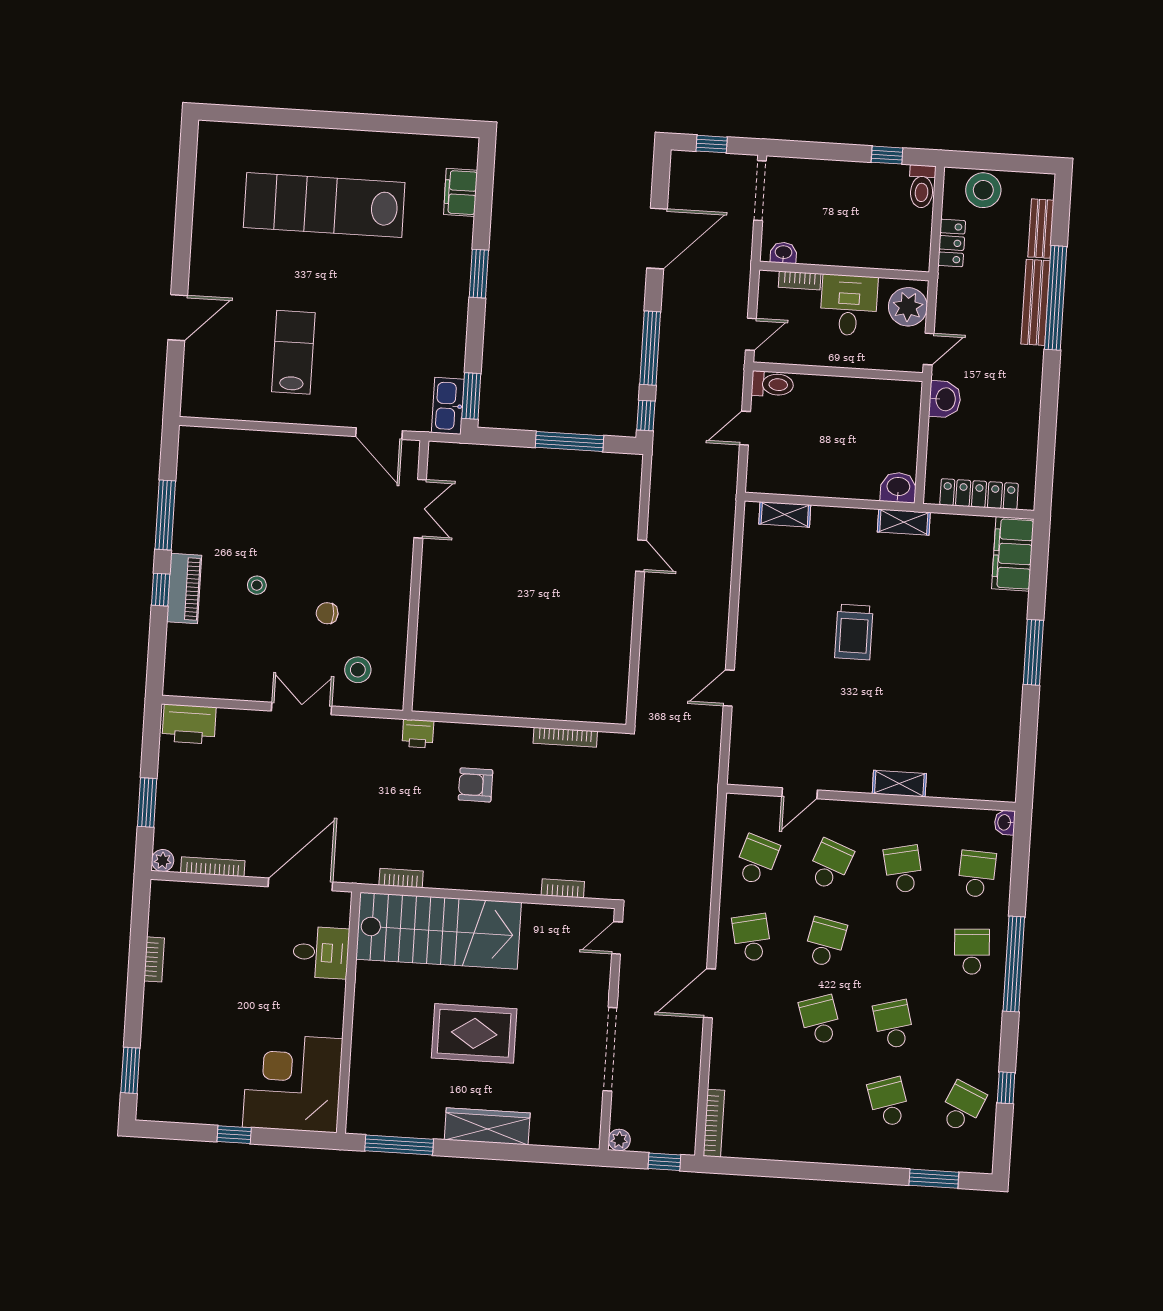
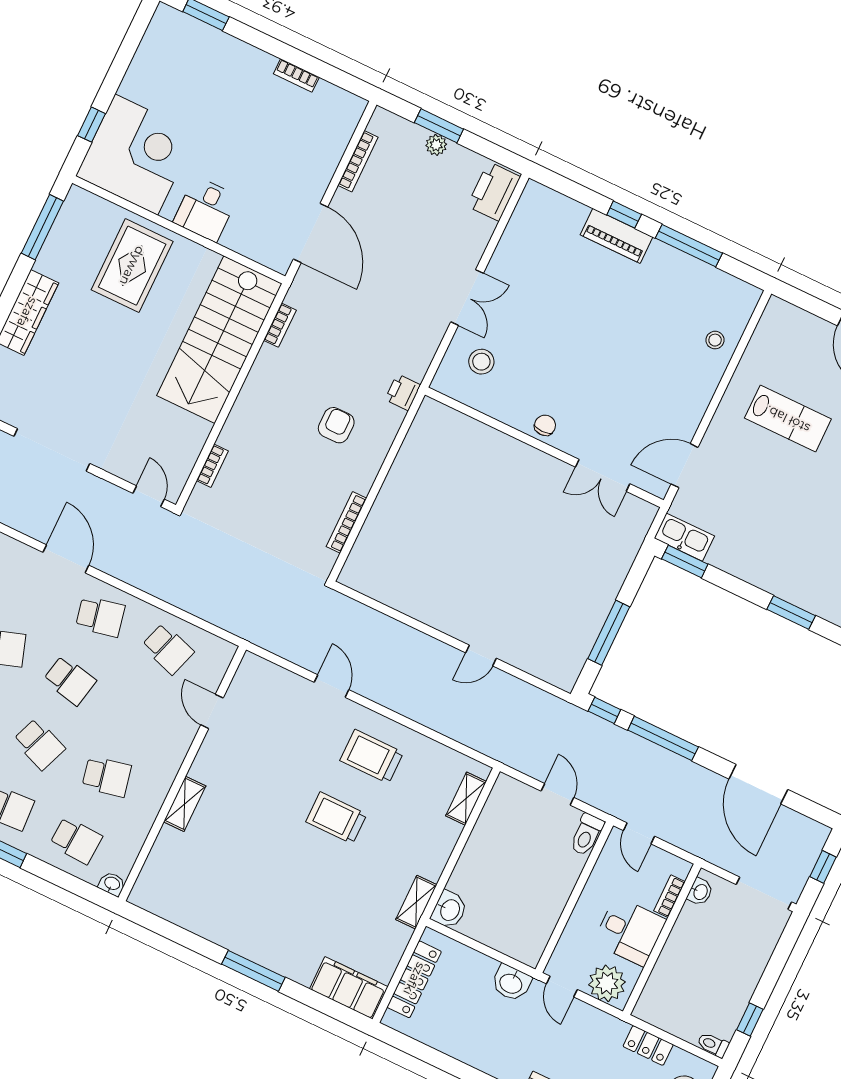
toilet: (922, 186) -> (713, 1045), width x0.73, depth x0.72
stool: (257, 585) -> (715, 340), moved
chair: (327, 613) -> (545, 425), moved
trolley: (781, 622) -> (372, 756), added
plant: (163, 861) -> (436, 145), moved
school desk: (830, 865) -> (39, 744), moved
desk: (321, 952) -> (206, 209), moved
rug: (474, 1033) -> (132, 266), moved
window: (234, 1135) -> (91, 125), moved

